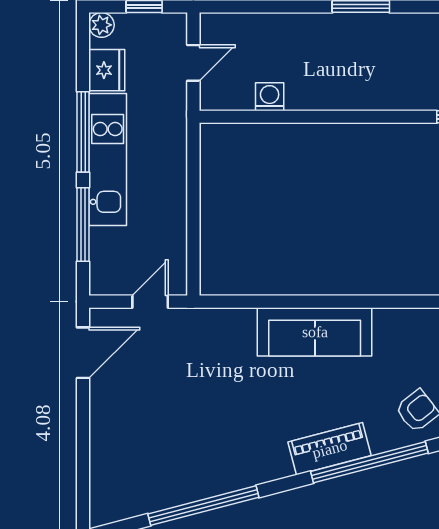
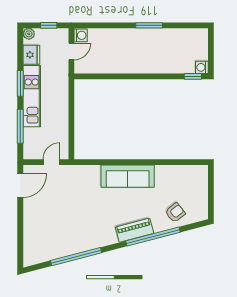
washing machine: (270, 97) -> (81, 35), moved, turned 90
window: (83, 132) -> (20, 83), width x0.69

